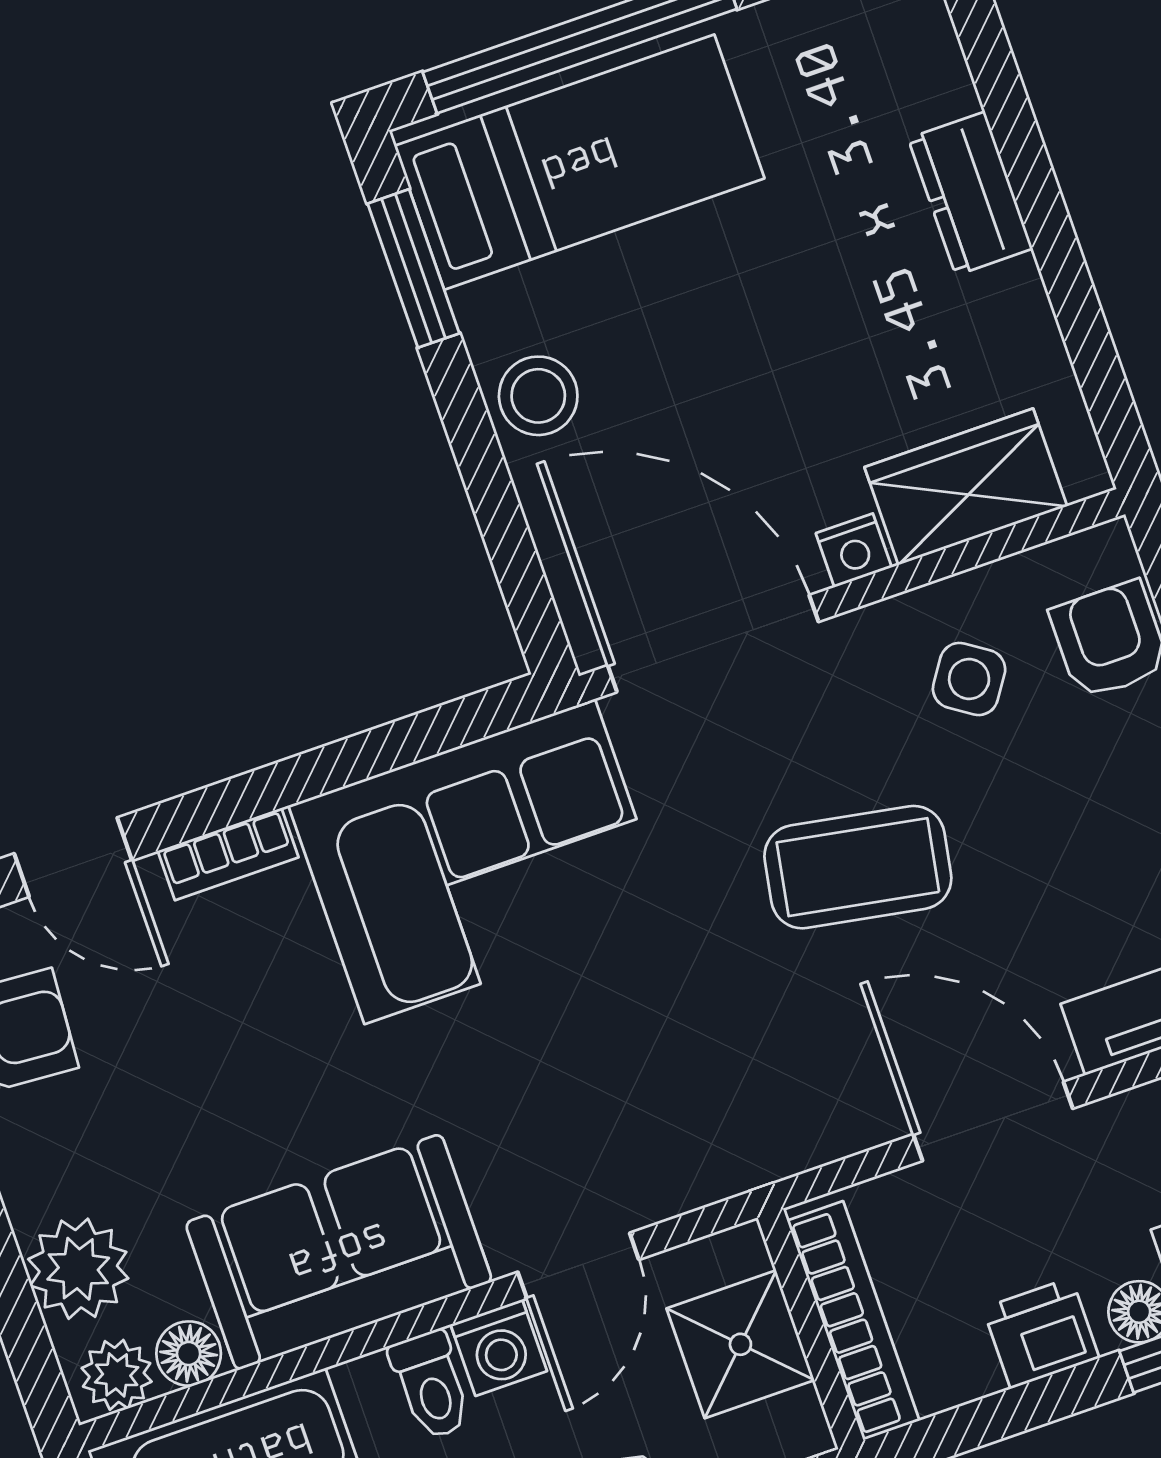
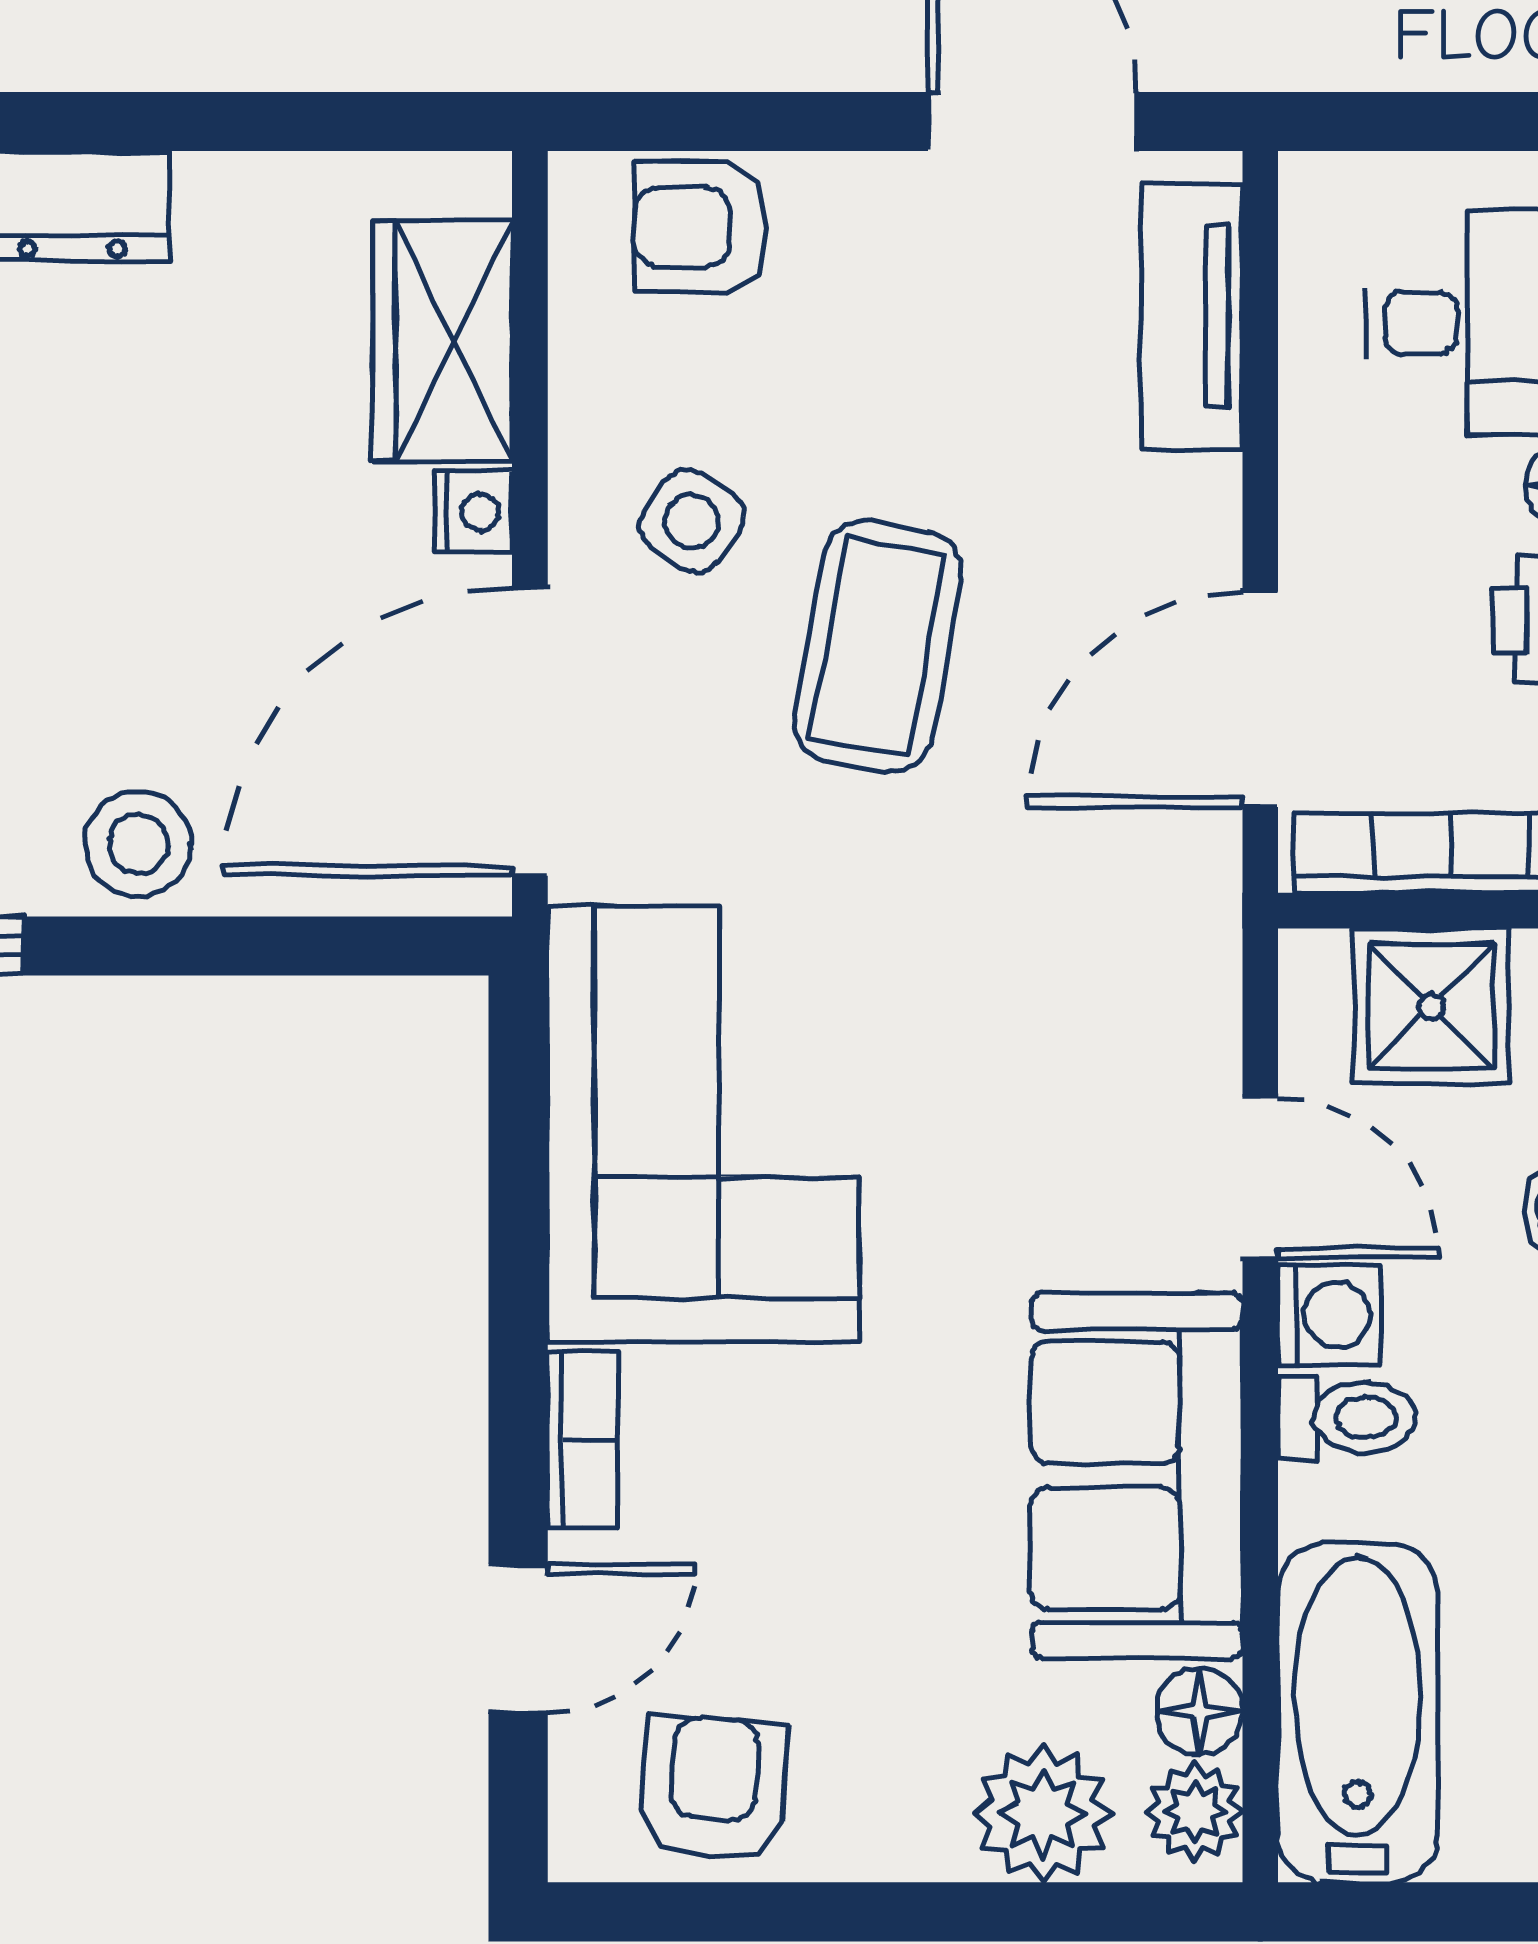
side table: (969, 679) -> (692, 521), moved
door: (993, 1121) -> (1260, 699), moved

